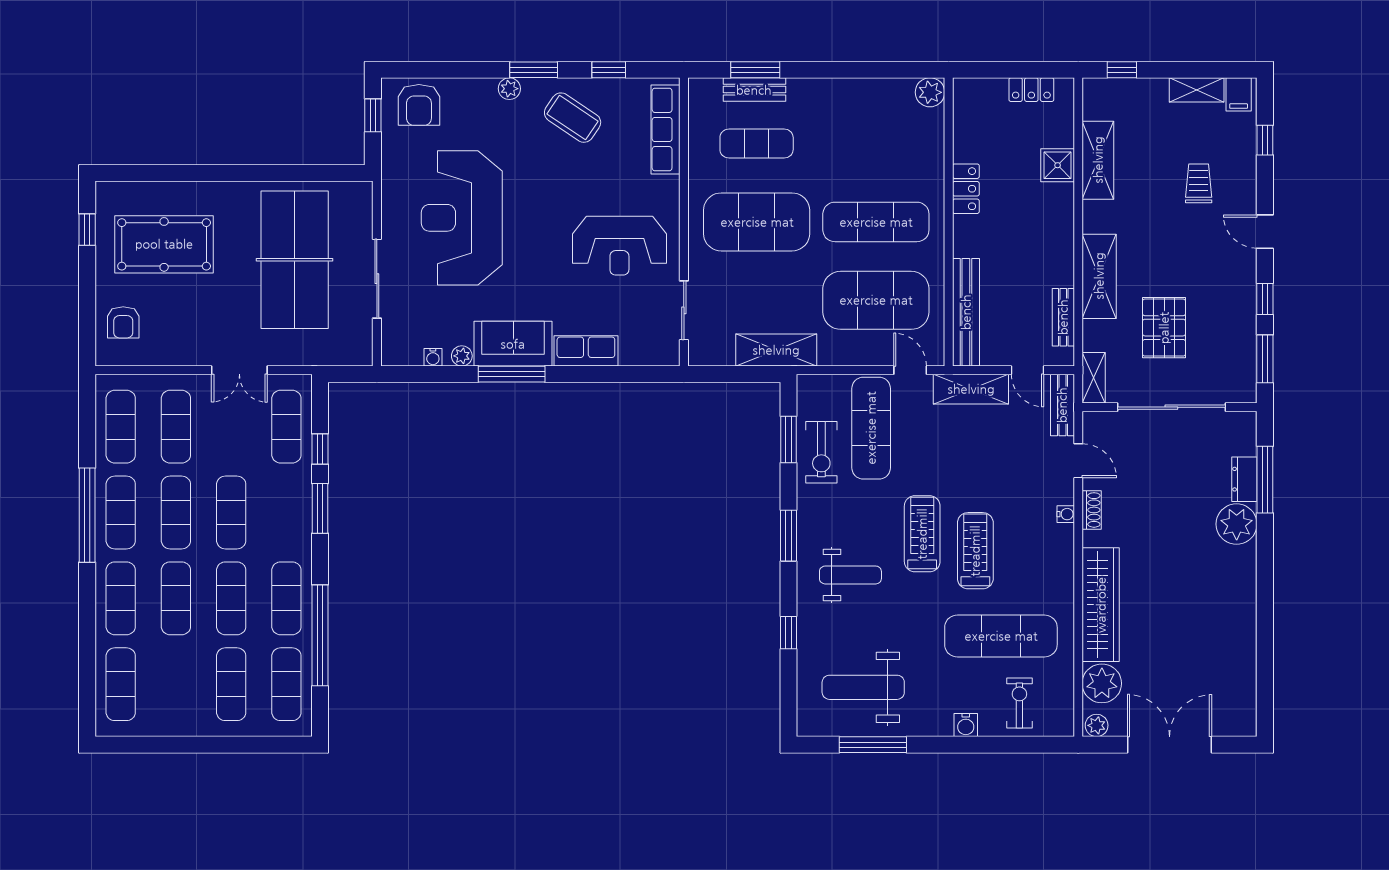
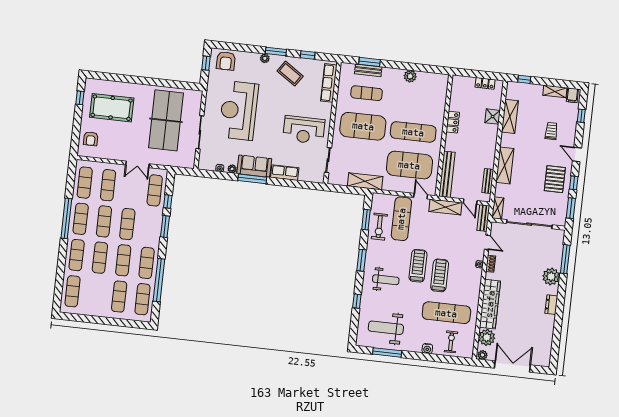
plant: (930, 92) -> (410, 76), moved
pallet: (1164, 328) -> (555, 179), moved
dresser: (1244, 479) -> (551, 305), moved

